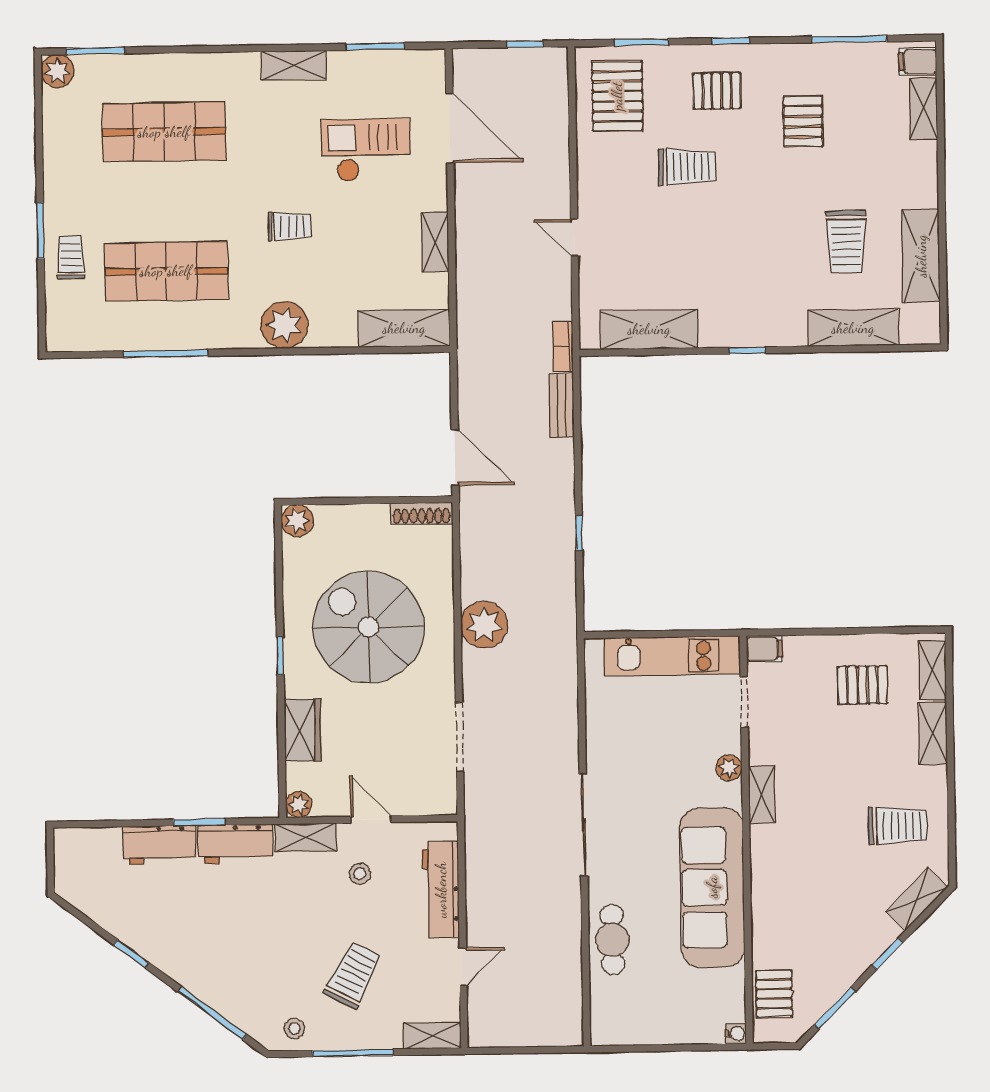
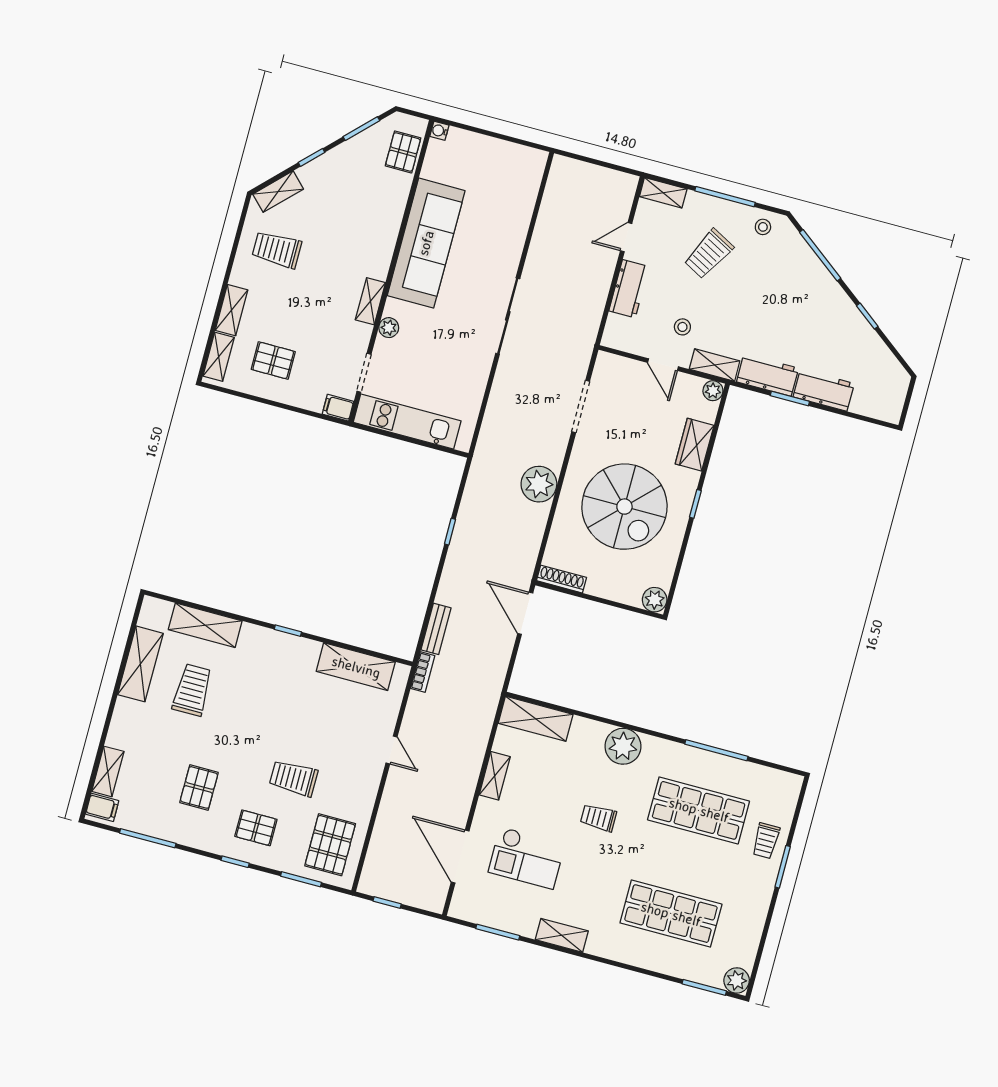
workbench: (441, 890) -> (629, 289), width x0.73
cafe table: (612, 940) -> (511, 226), removed

